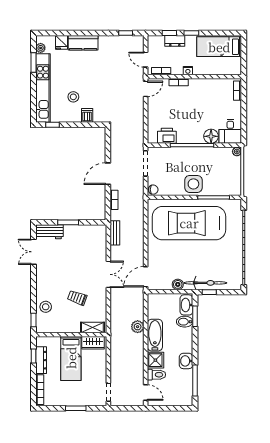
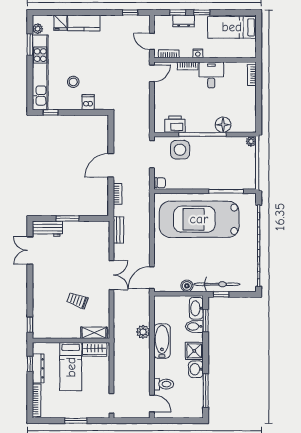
desk: (230, 131) -> (211, 75), moved, turned 180
side table: (193, 184) -> (180, 150), moved
stool: (46, 307) -> (43, 310), removed
shower: (155, 360) -> (194, 351), moved

